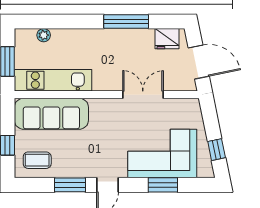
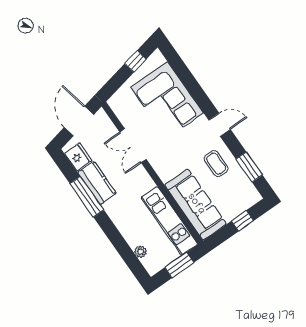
kitchen counter: (132, 39) -> (97, 183), added
coffee table: (37, 160) -> (216, 164), moved
window: (70, 185) -> (249, 167), moved
window: (163, 185) -> (190, 83), removed

